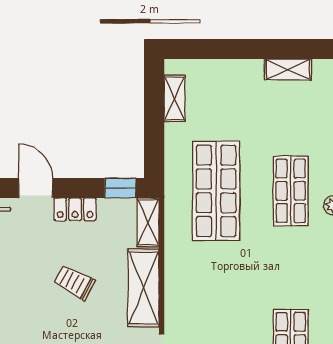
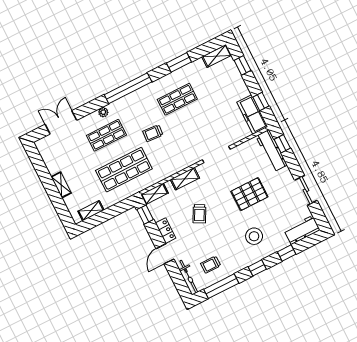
shelving: (288, 69) -> (61, 185), moved
trolley: (254, 273) -> (153, 133), added
shelving: (143, 288) -> (185, 179), width x0.67, depth x0.75

